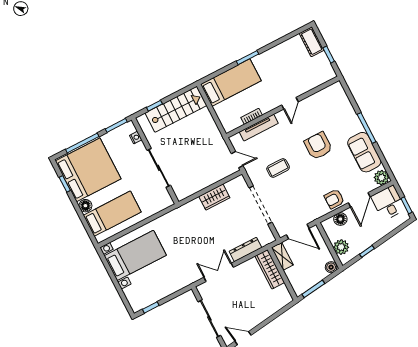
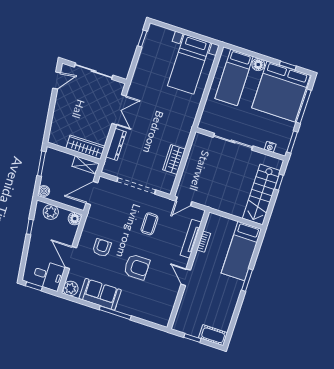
armchair: (334, 199) -> (102, 248), moved
floor lamp: (340, 219) -> (75, 219), moved

